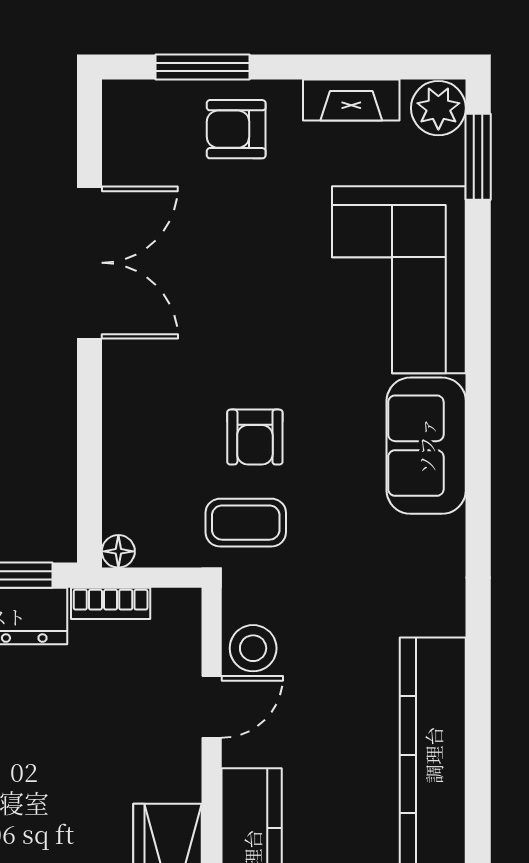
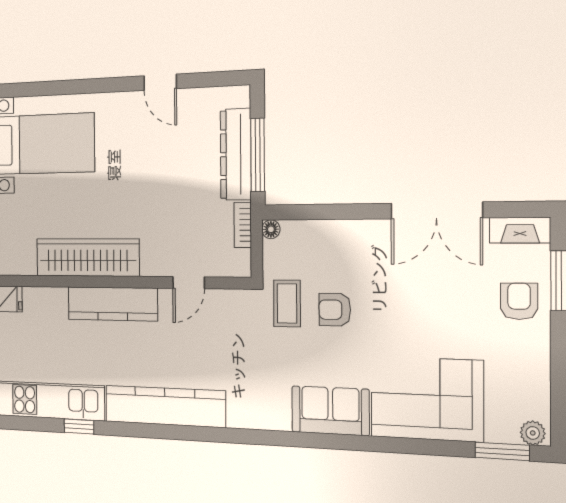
fireplace: (351, 100) -> (520, 230), moved, turned -90
plant: (438, 108) -> (533, 433), width x0.73, depth x0.73
stool: (253, 648) -> (219, 307), removed
door: (212, 707) -> (189, 283), hinge flipped

